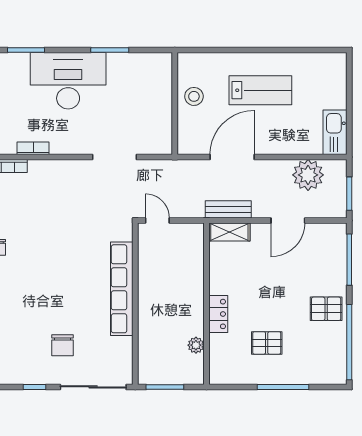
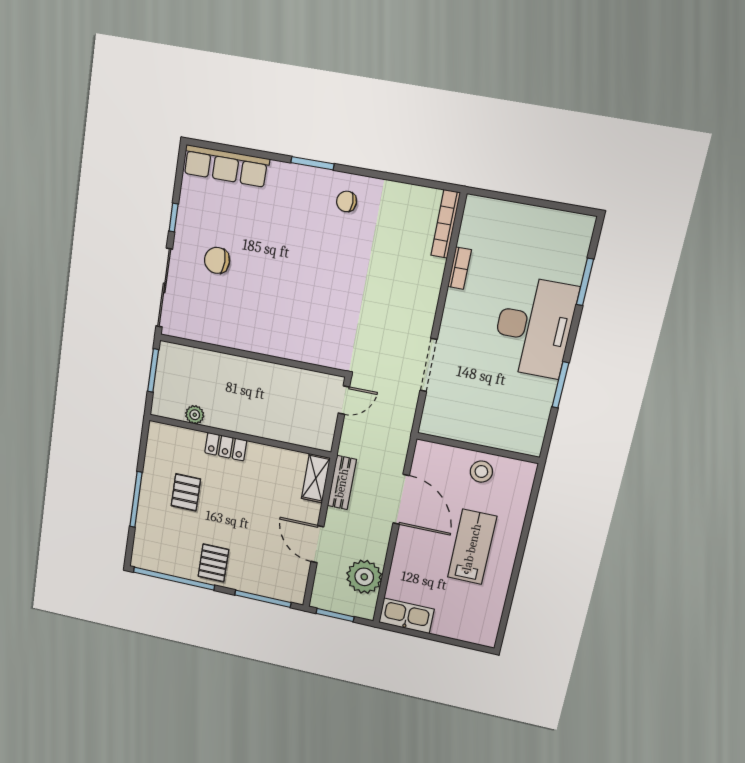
lab bench: (260, 90) -> (472, 547), turned 180
row of seats: (122, 289) -> (272, 343), removed

